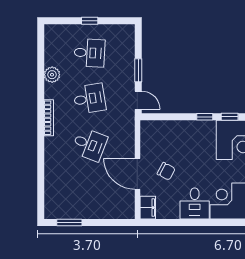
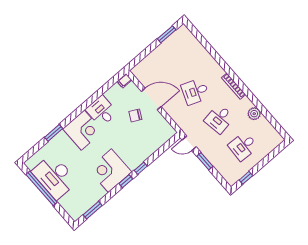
window: (90, 21) -> (246, 178), moved
filing cabinet: (148, 208) -> (124, 81), width x0.50

